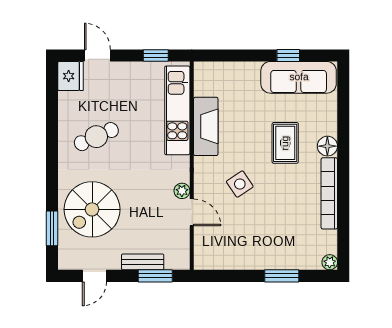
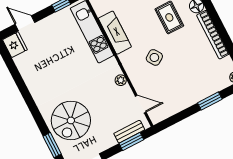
cafe table: (96, 137) -> (50, 74), removed
door: (192, 212) -> (141, 104), moved
bench: (143, 262) -> (129, 132), moved

